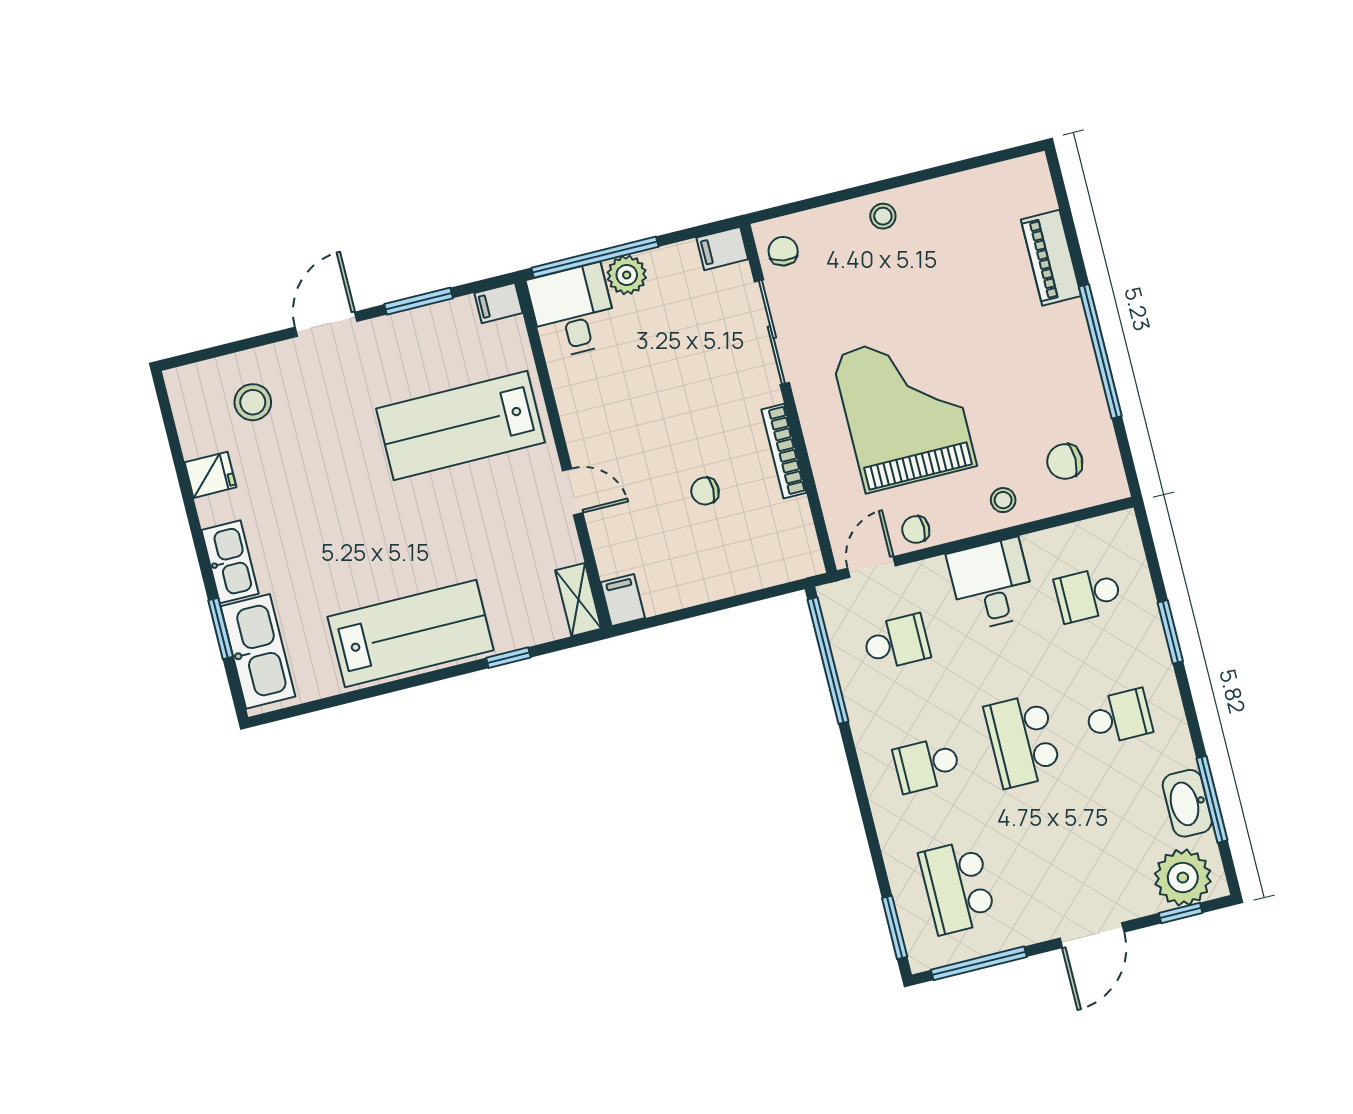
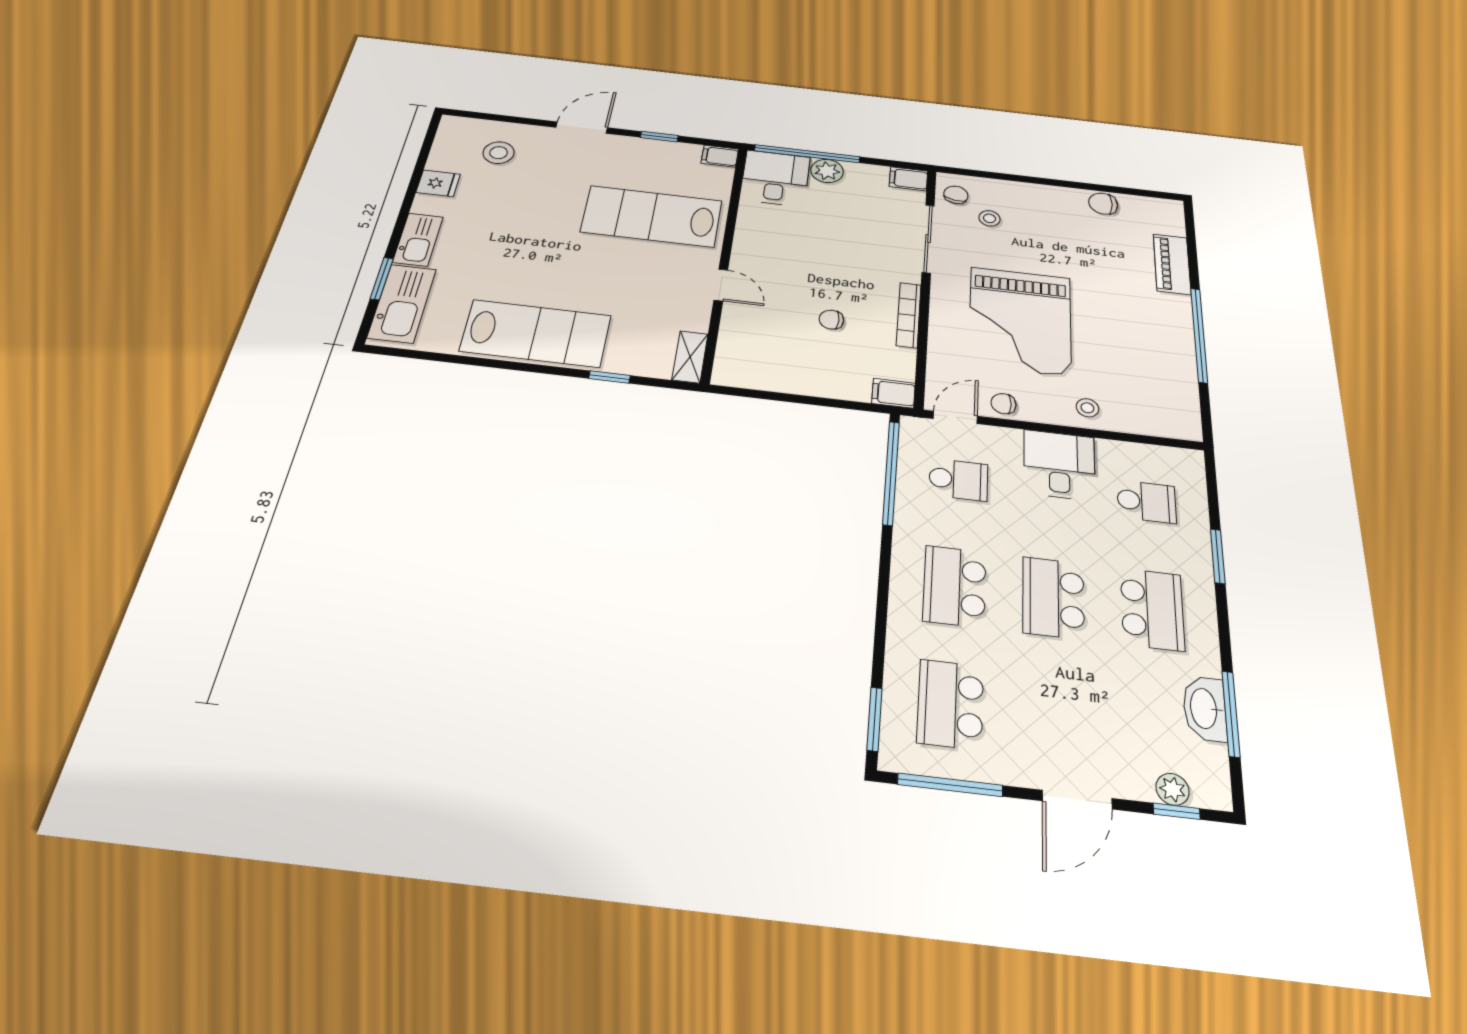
stool: (883, 216) -> (989, 218), moved
window: (419, 301) -> (659, 137), width x0.67
grand piano: (904, 410) -> (1020, 321), turned 180
chair: (1065, 461) -> (1103, 204), moved
school desk: (1088, 595) -> (1146, 502), turned 180
filing cabinet: (623, 600) -> (894, 393), moved, turned -90
school desk: (1119, 717) -> (1152, 609), width x1.85
school desk: (927, 765) -> (955, 586), width x1.85
plant: (1183, 878) -> (1173, 789), width x0.53, depth x0.53

